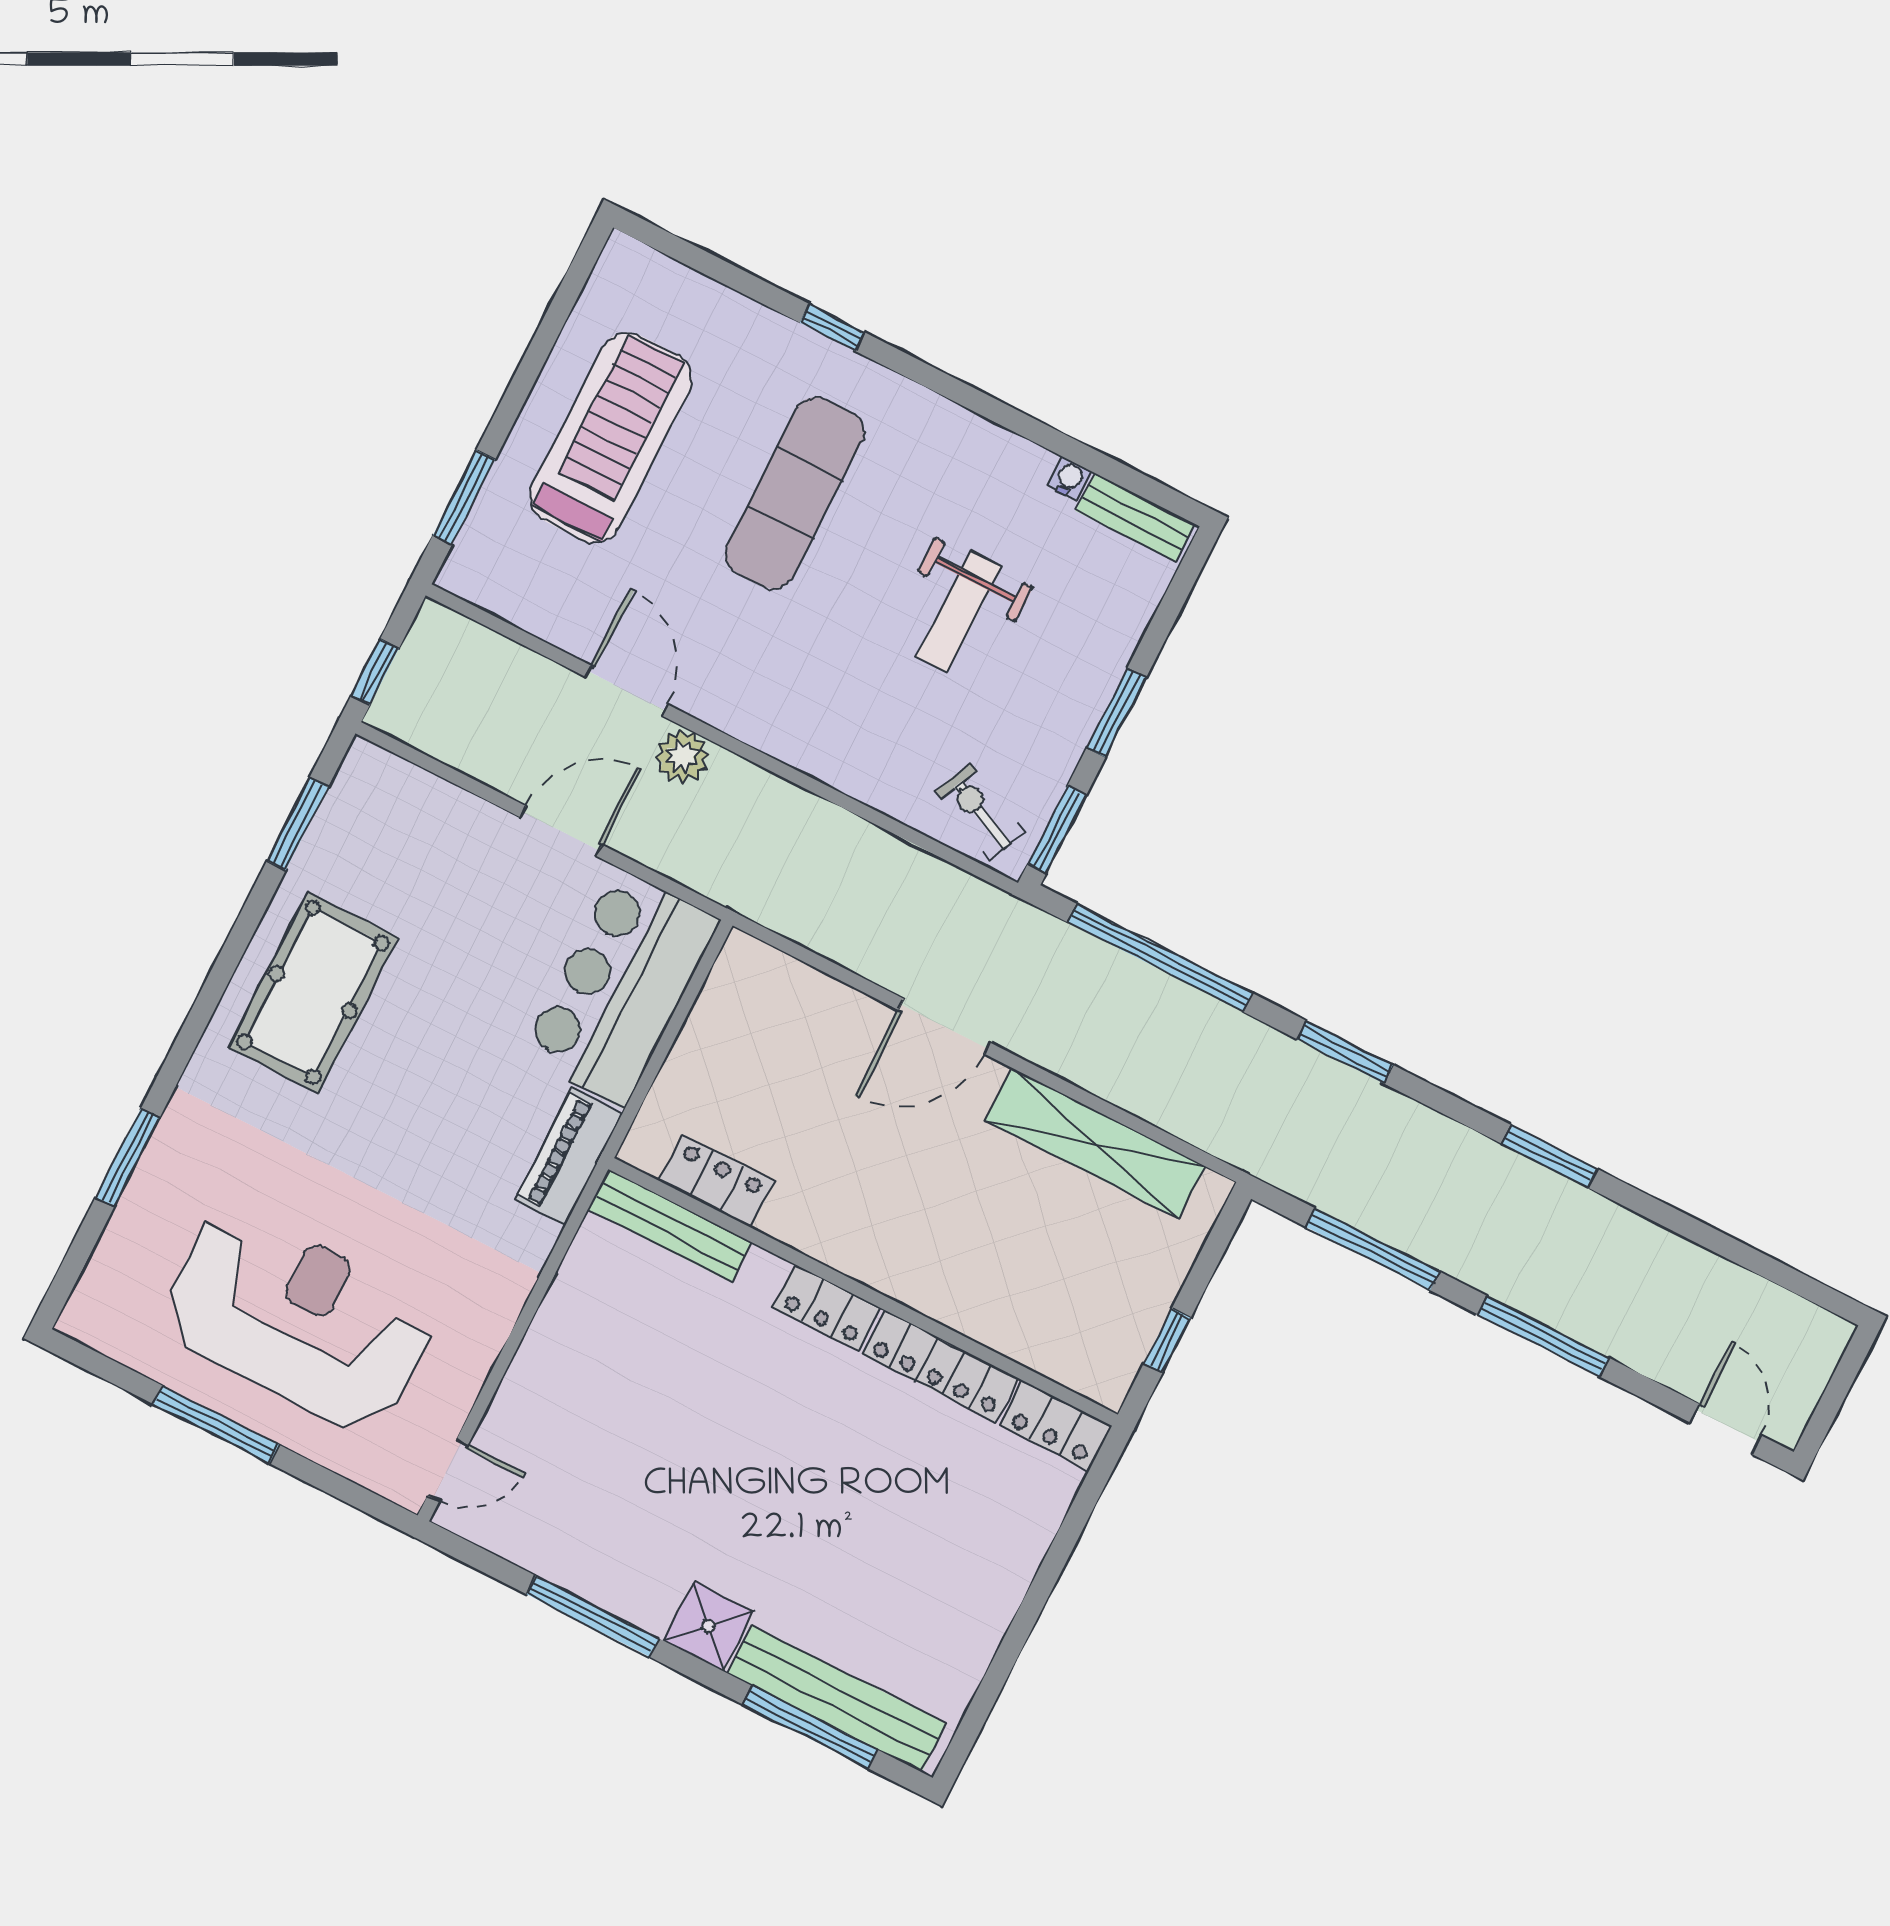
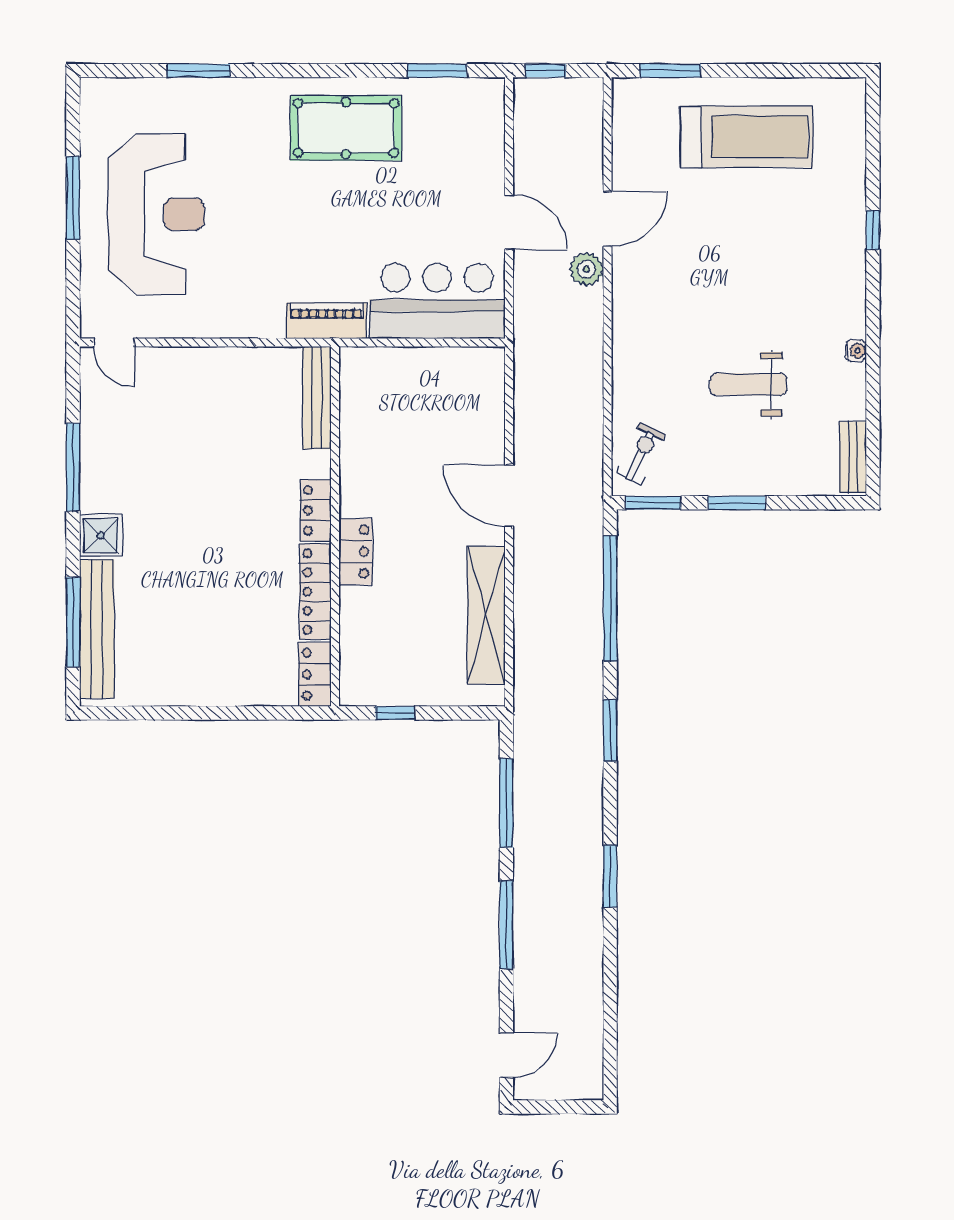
water cooler: (1069, 478) -> (856, 351), moved
exercise mat: (795, 493) -> (768, 257), removed
locker: (717, 1181) -> (356, 552), moved

